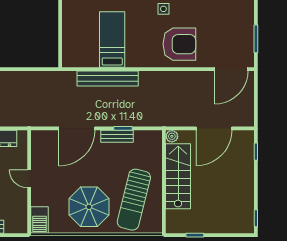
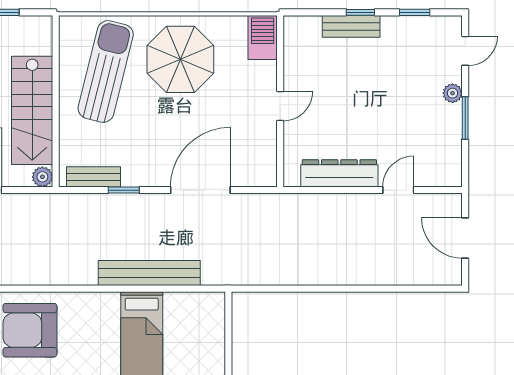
bench: (117, 136) -> (94, 177), moved
door: (29, 179) -> (280, 106), hinge flipped

